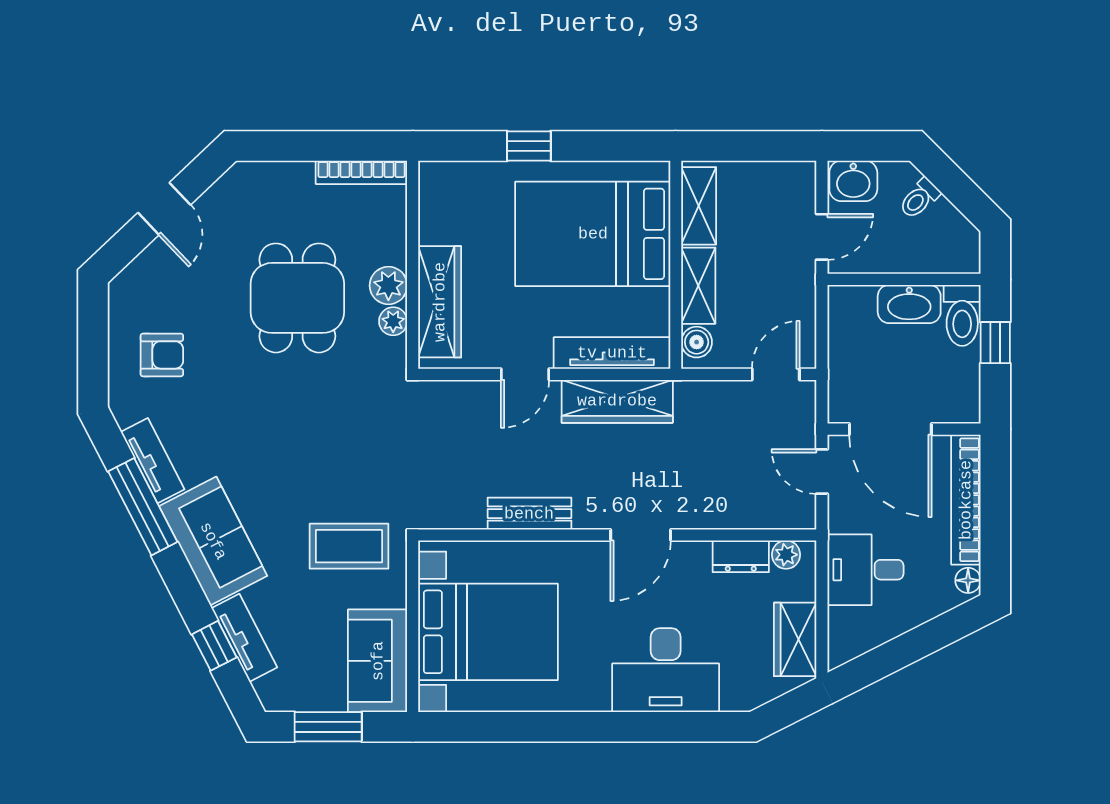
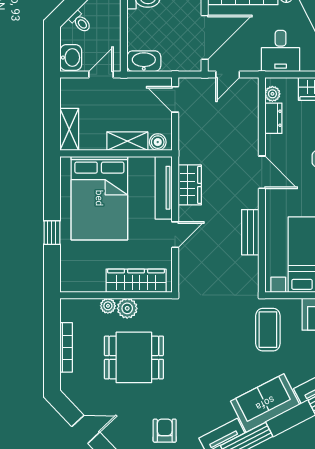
bookcase: (361, 172) -> (66, 347), moved
shelving: (699, 206) -> (69, 129), moved, turned 90
door: (822, 237) -> (101, 74), hinge flipped
washbasin: (909, 304) -> (144, 61), moved, turned -90
plant: (393, 321) -> (108, 306), moved
door: (525, 374) -> (175, 235), hinge flipped
wardrobe: (617, 401) -> (190, 185), width x0.67

